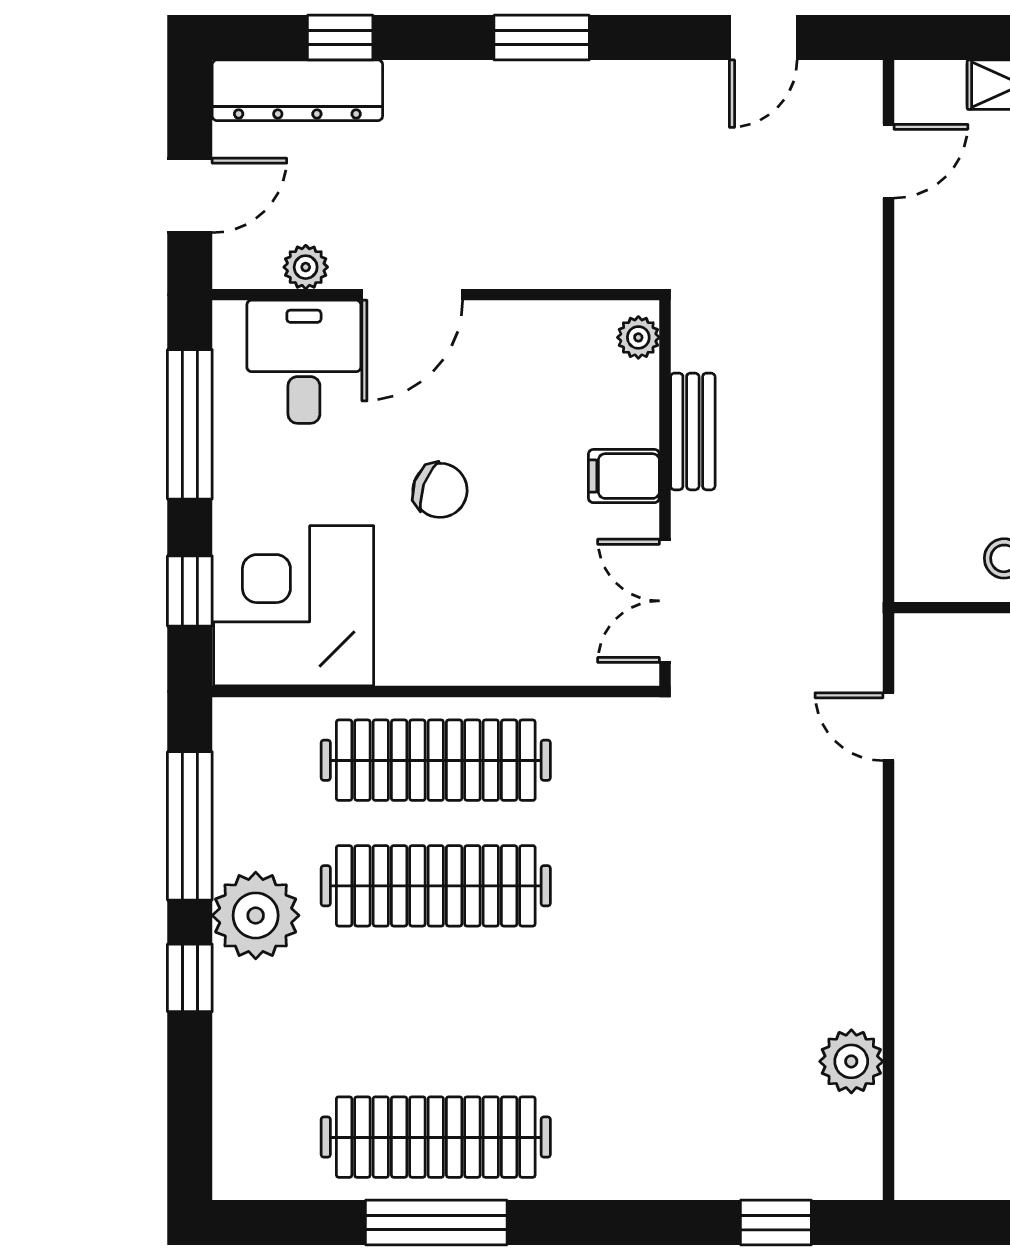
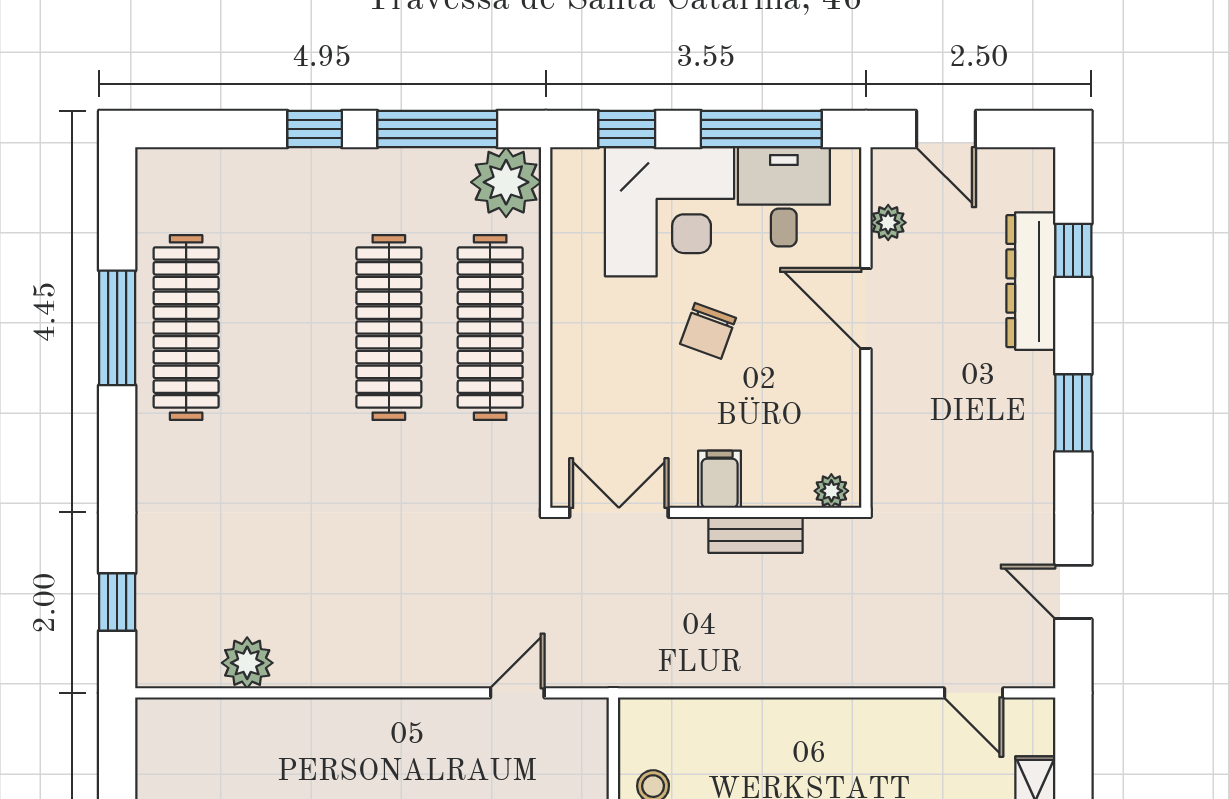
dresser: (297, 90) -> (1031, 281), moved
desk: (304, 362) -> (784, 197), moved, turned -90
corner desk: (294, 606) -> (670, 212), moved, turned 90
plant: (256, 915) -> (506, 182), moved

